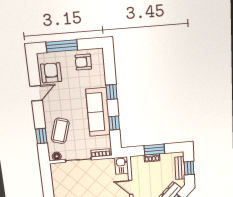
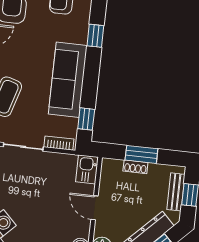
window: (112, 92) -> (95, 36), moved
window: (114, 123) -> (86, 119), moved

